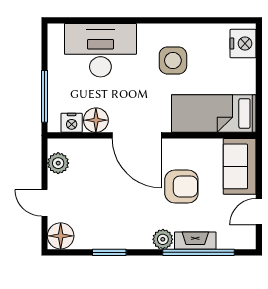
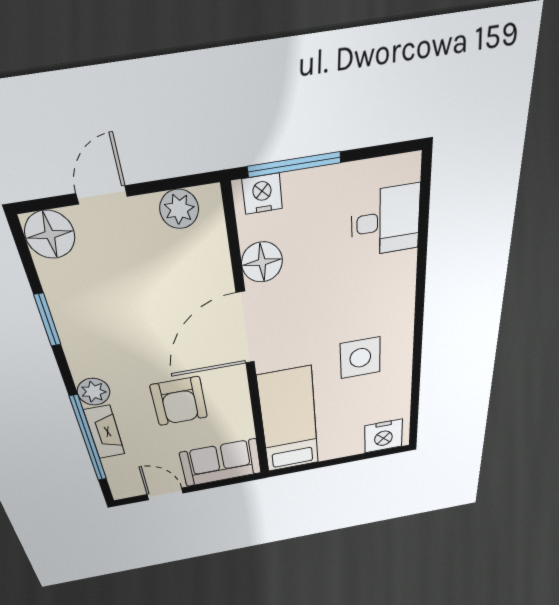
desk: (100, 50) -> (386, 221), width x0.53, depth x0.77
nightstand: (72, 123) -> (262, 194), moved, turned 90

